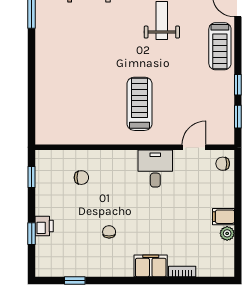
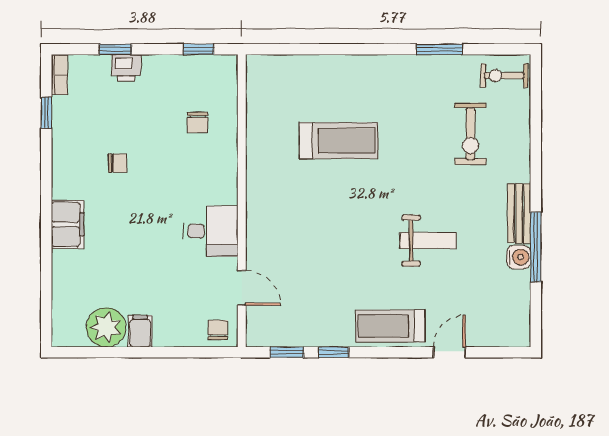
treadmill: (139, 104) -> (339, 141), moved
plant: (227, 233) -> (106, 327), width x1.87, depth x1.87
bookcase: (182, 272) -> (59, 75), moved

